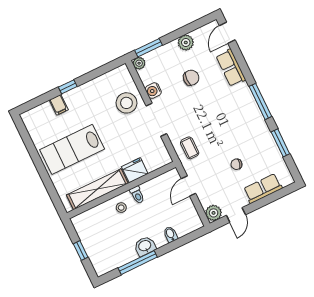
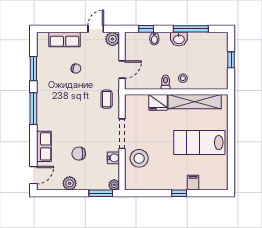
lab bench: (72, 149) -> (199, 143), turned 180
window: (184, 240) -> (146, 29), added

